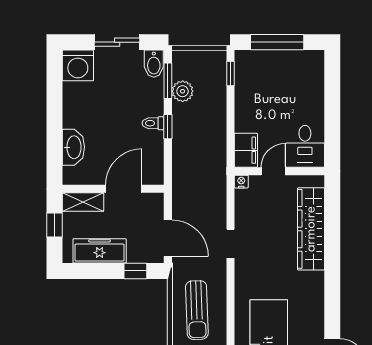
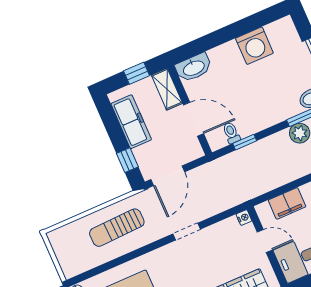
washing machine: (78, 65) -> (254, 46), moved, turned -90
toilet: (153, 123) -> (231, 133), moved
window: (168, 127) -> (245, 142), moved
washbasin: (73, 147) -> (194, 68), moved
filing cabinet: (246, 150) -> (287, 203), moved

